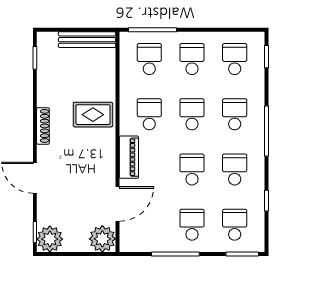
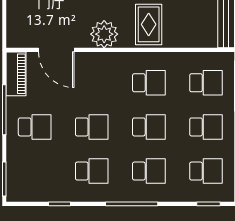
piano: (129, 157) -> (16, 74), moved, turned -90
school desk: (235, 225) -> (35, 171), removed
plant: (102, 239) -> (104, 34), moved

